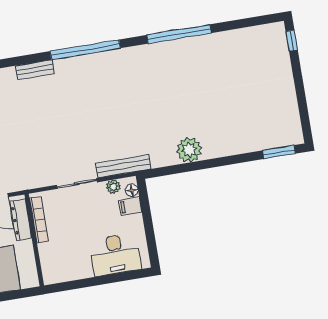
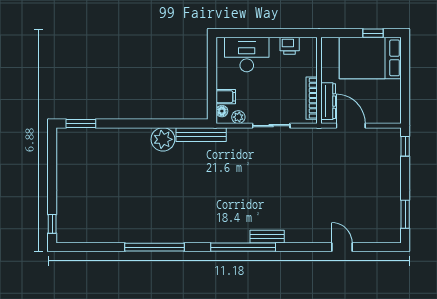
bench: (35, 70) -> (267, 237), moved
bench: (123, 166) -> (201, 135), moved
printer: (72, 271) -> (290, 46), added

